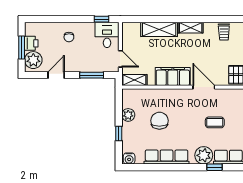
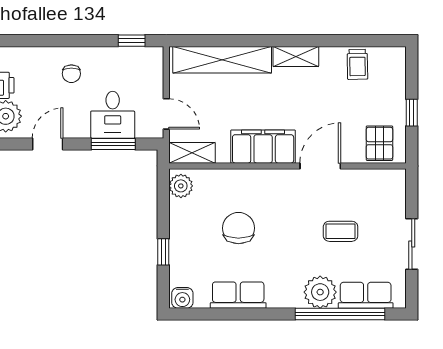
shelving: (159, 29) -> (222, 60), width x1.47
desk: (107, 35) -> (113, 115), moved, turned 180
door: (204, 87) -> (320, 166), hinge flipped
plant: (128, 115) -> (181, 186), moved
row of seats: (167, 157) -> (238, 295), width x0.68
window: (214, 167) -> (340, 314), width x3.17

